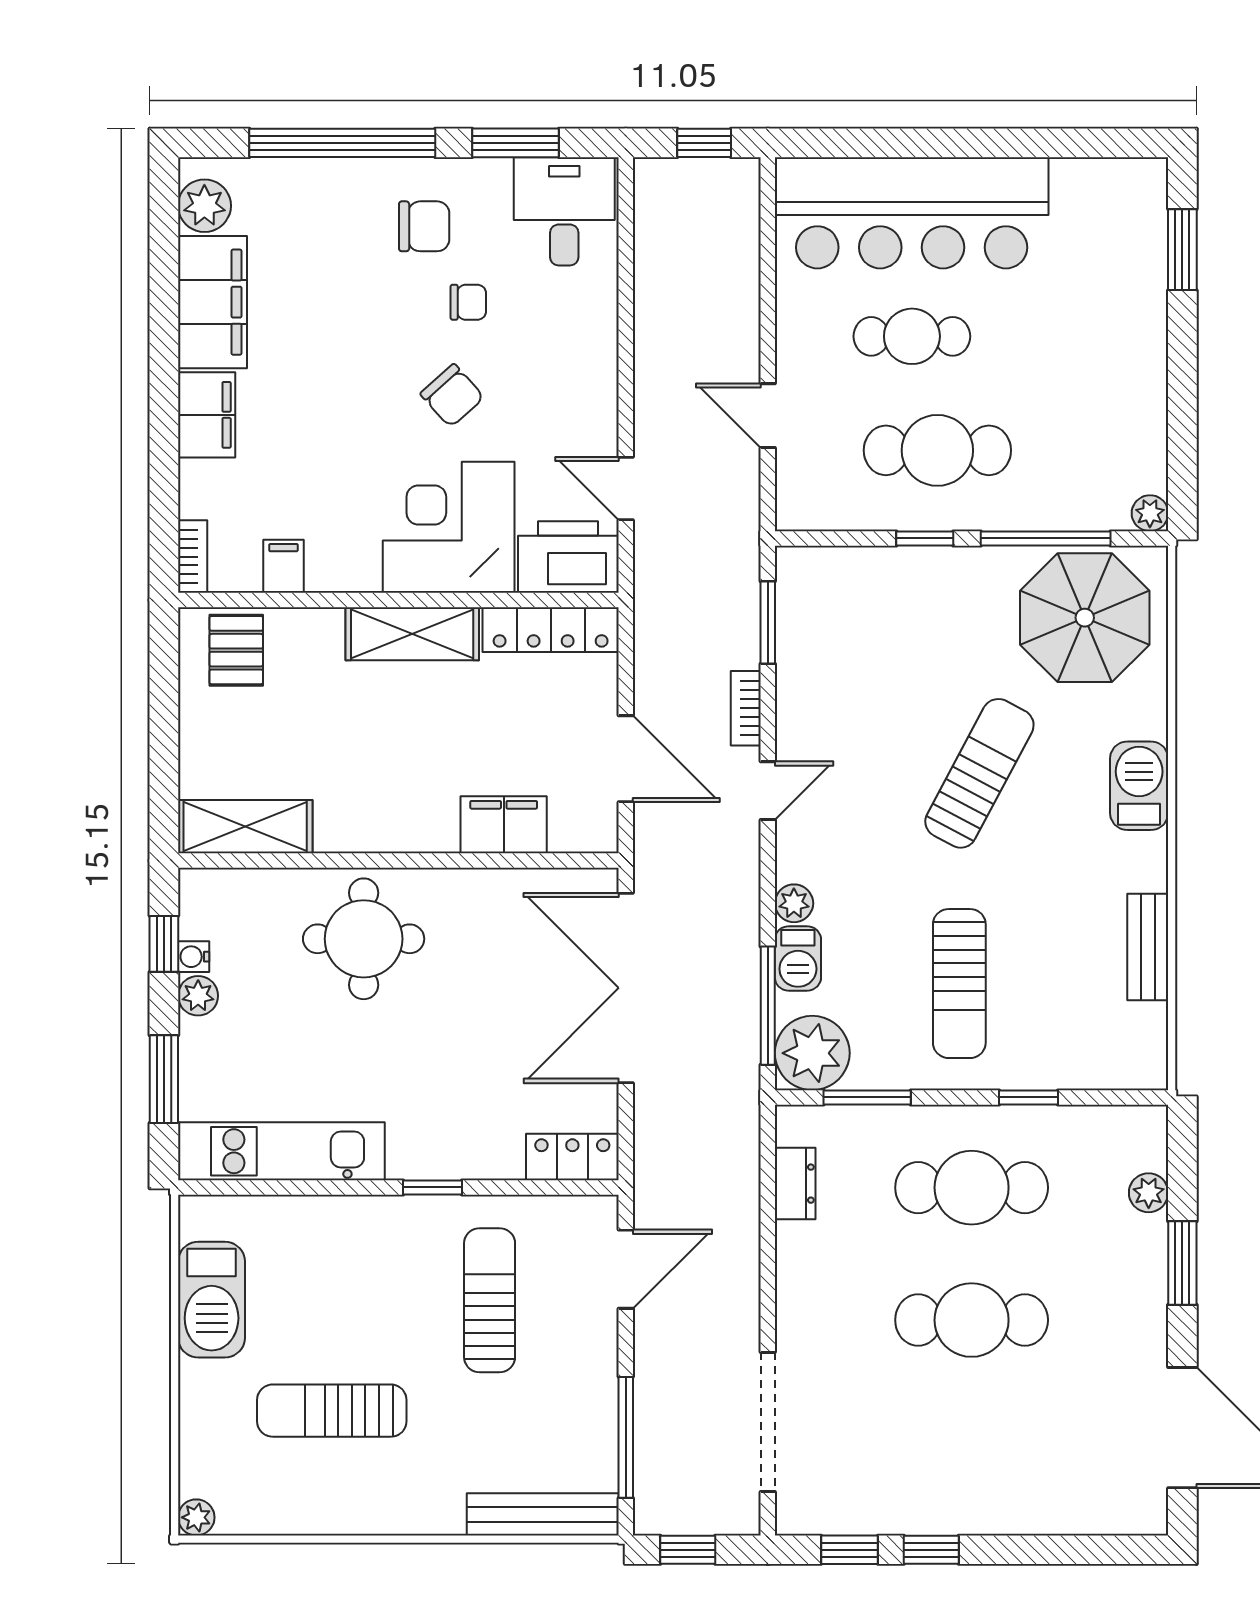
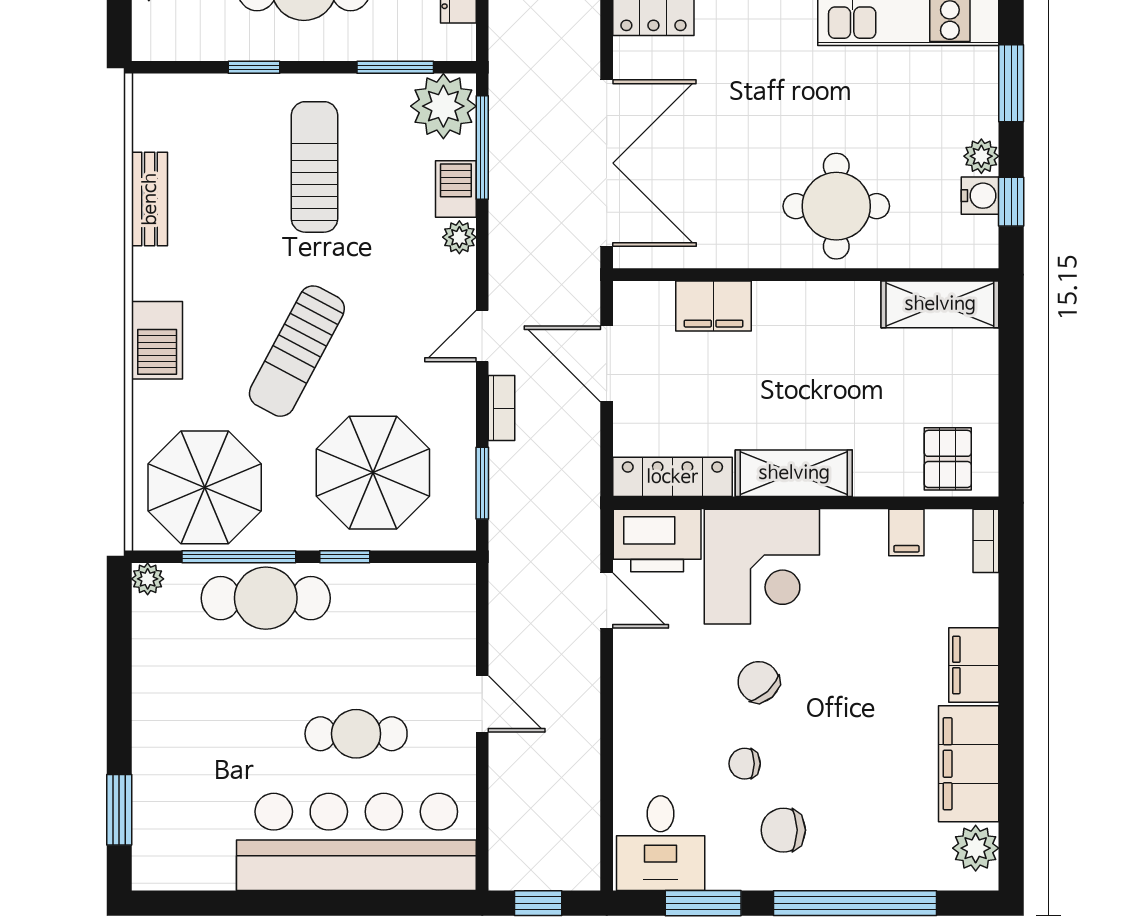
door: (768, 416) -> (482, 704), moved
cafe table: (937, 450) -> (266, 598), moved
parasol: (893, 634) -> (373, 473), added
water cooler: (194, 957) -> (980, 196), width x1.38, depth x1.38

